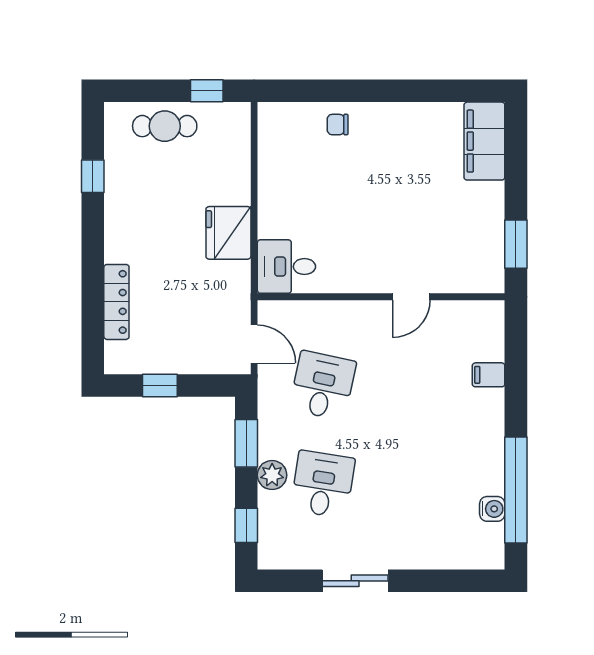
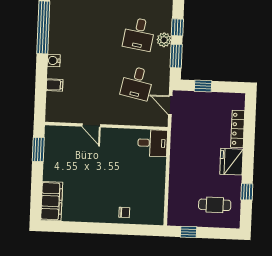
cafe table: (165, 126) -> (215, 205), moved
fridge: (228, 233) -> (231, 162), moved, turned 180
door: (411, 297) -> (91, 125), swing flipped
window: (160, 385) -> (203, 86), moved
water cooler: (492, 509) -> (54, 61), moved
window: (246, 525) -> (177, 27), moved

